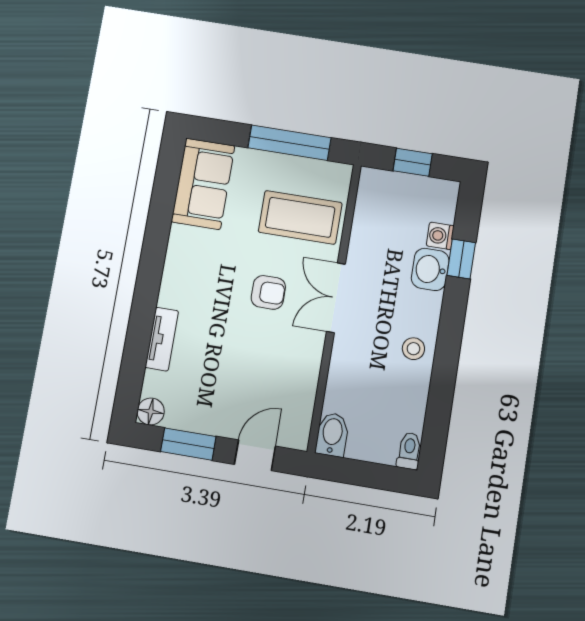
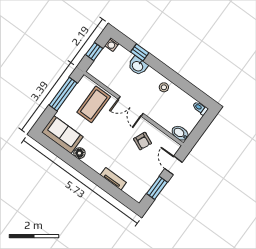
washing machine: (440, 236) -> (112, 44), moved
armchair: (268, 292) -> (142, 141), moved, turned 114
floor lamp: (151, 411) -> (79, 153), moved

